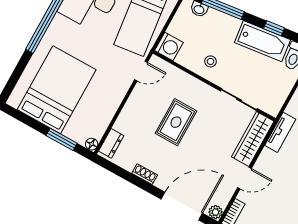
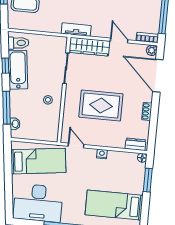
washing machine: (169, 47) -> (50, 134), removed
bed: (57, 90) -> (114, 205), width x0.67
nightstand: (117, 98) -> (102, 154), added
rug: (176, 122) -> (101, 105), width x1.36, depth x1.43

